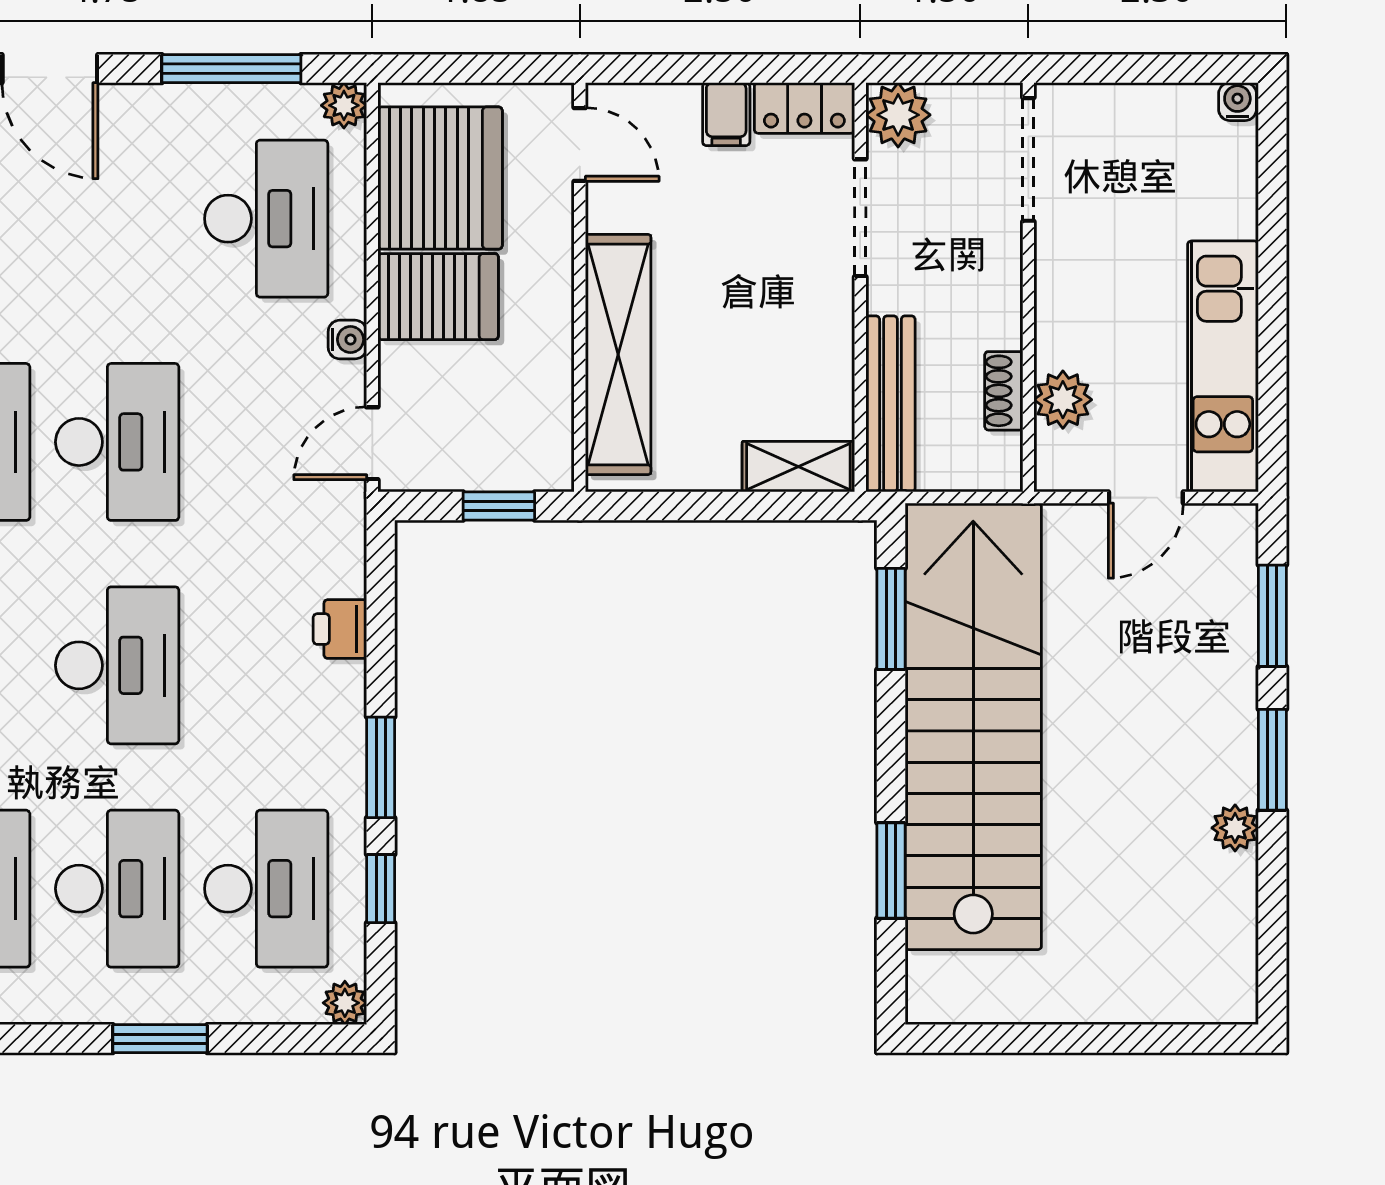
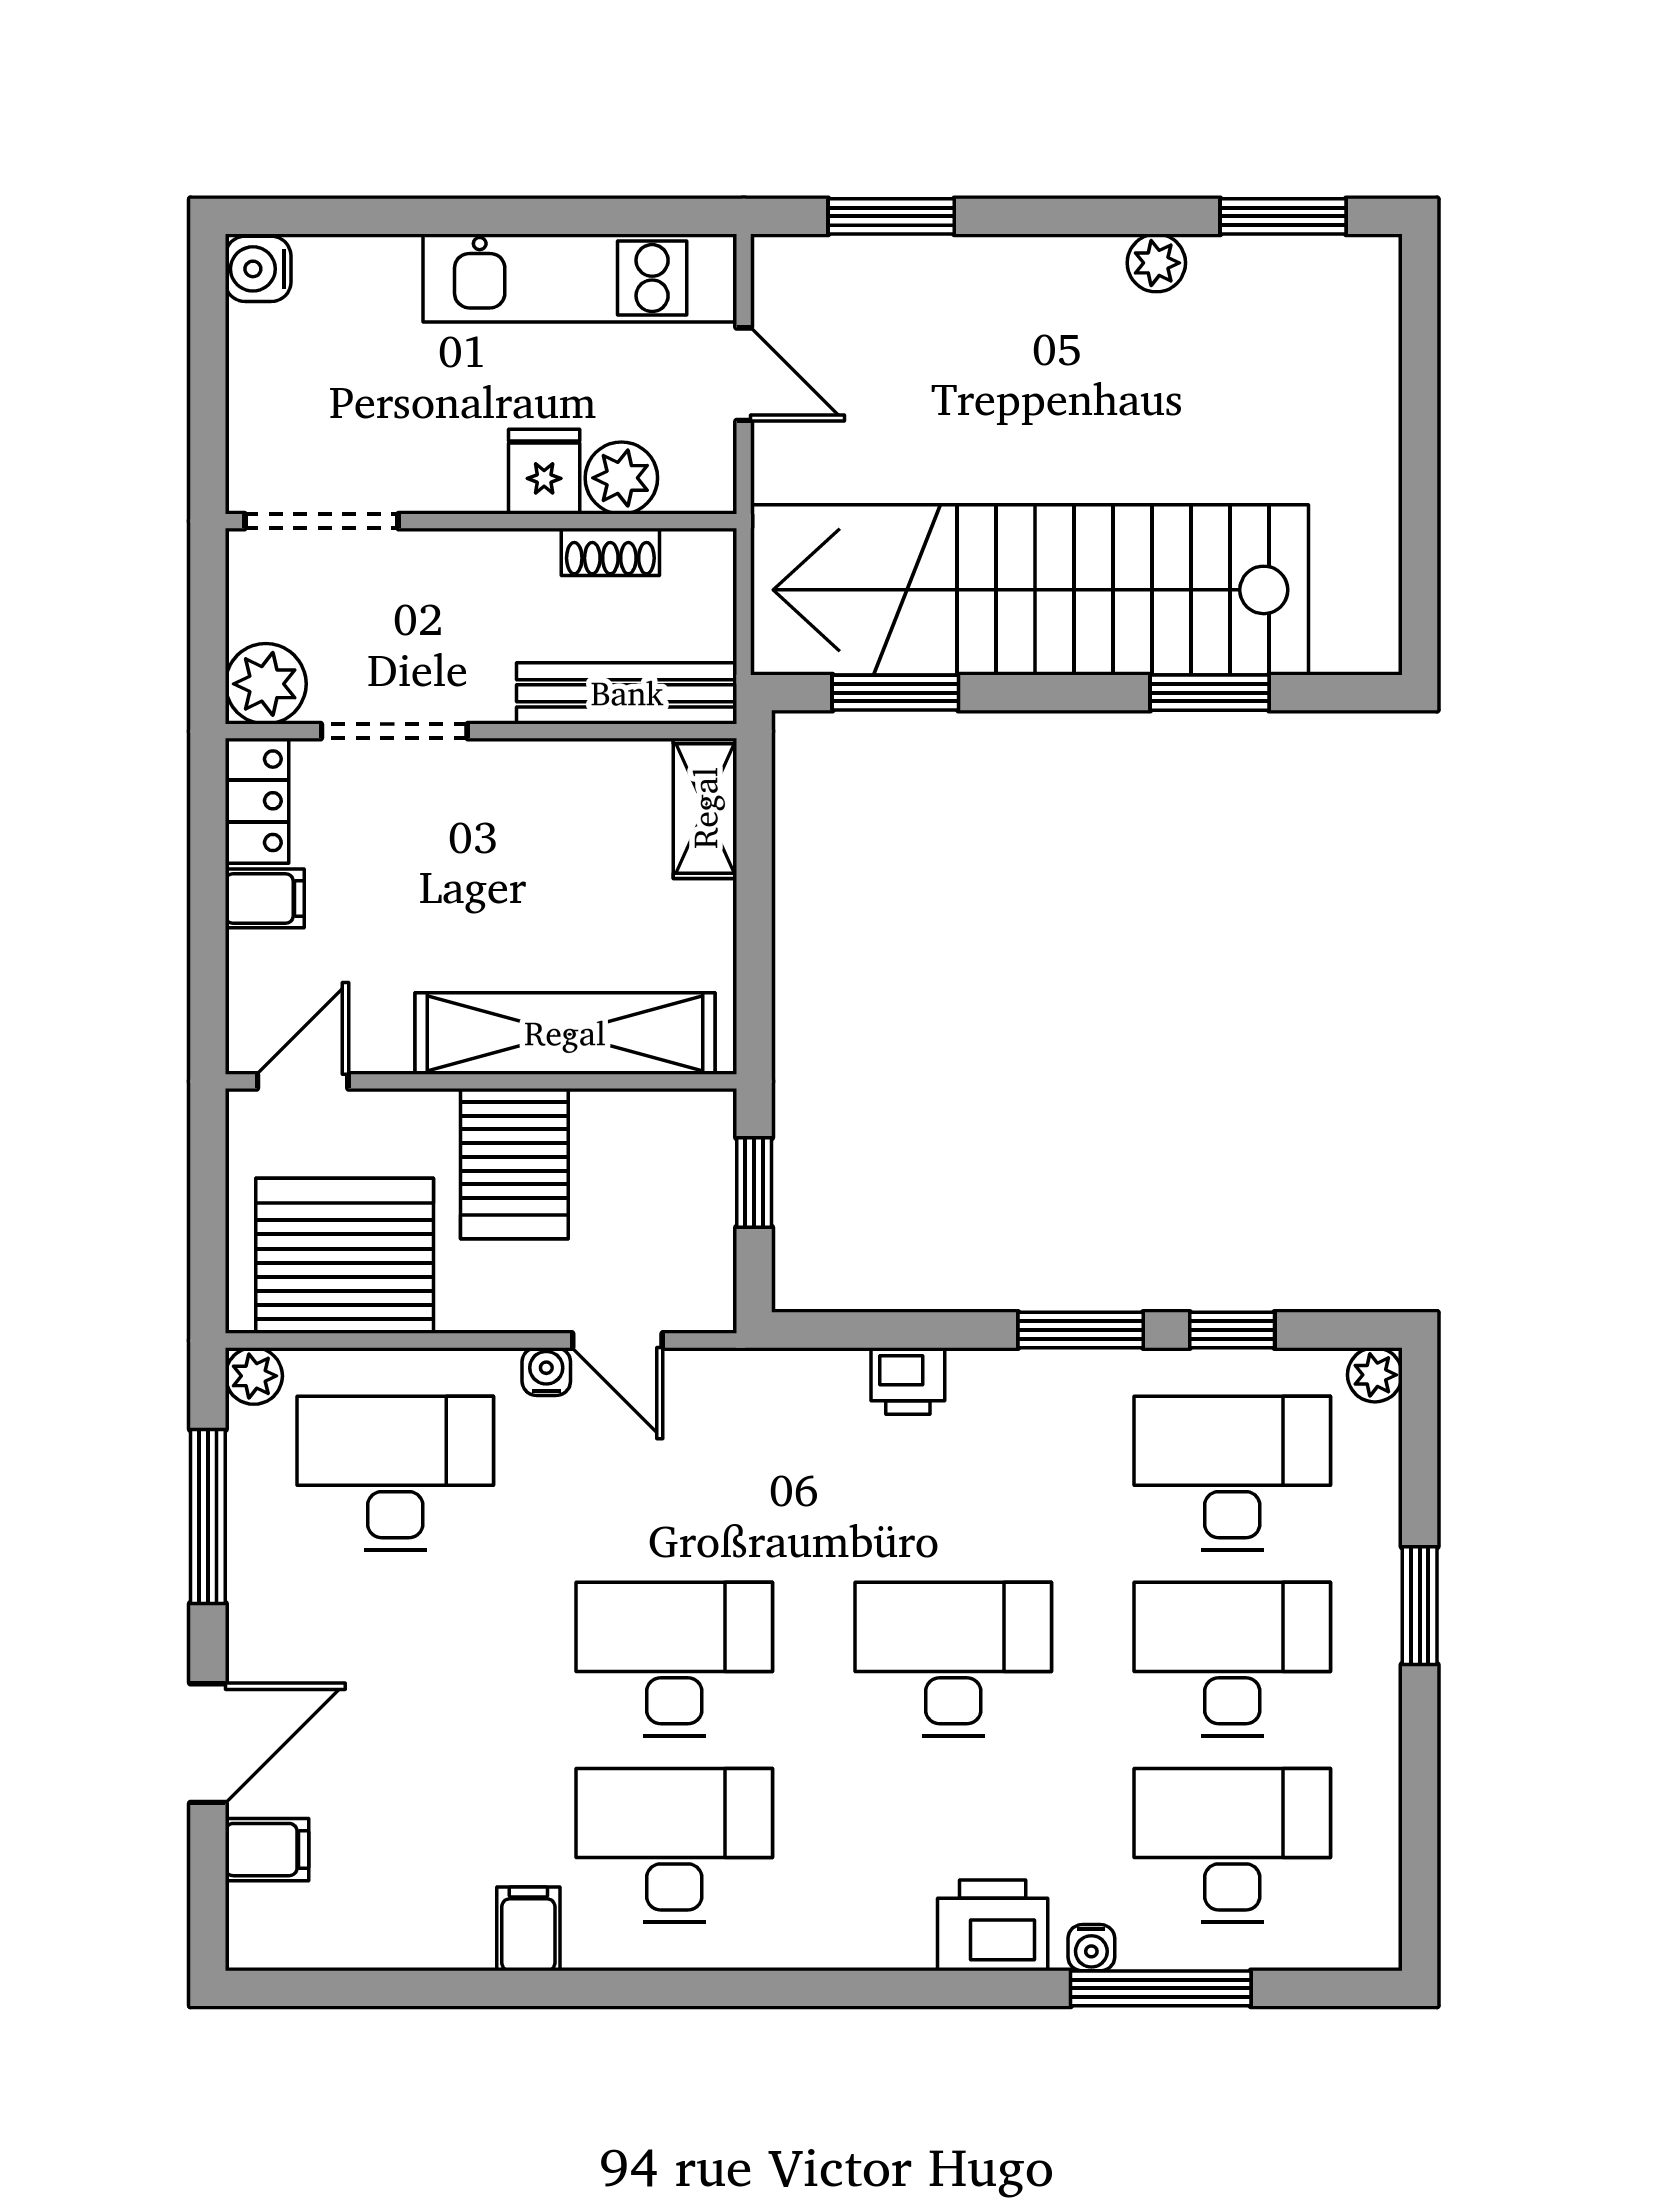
water cooler: (1237, 102) -> (258, 269), width x1.38, depth x1.38
server rack: (438, 297) -> (514, 1164), moved, turned 180
fridge: (1068, 338) -> (544, 472), added
door: (372, 443) -> (617, 1341), moved
window: (1272, 760) -> (1283, 216), moved

